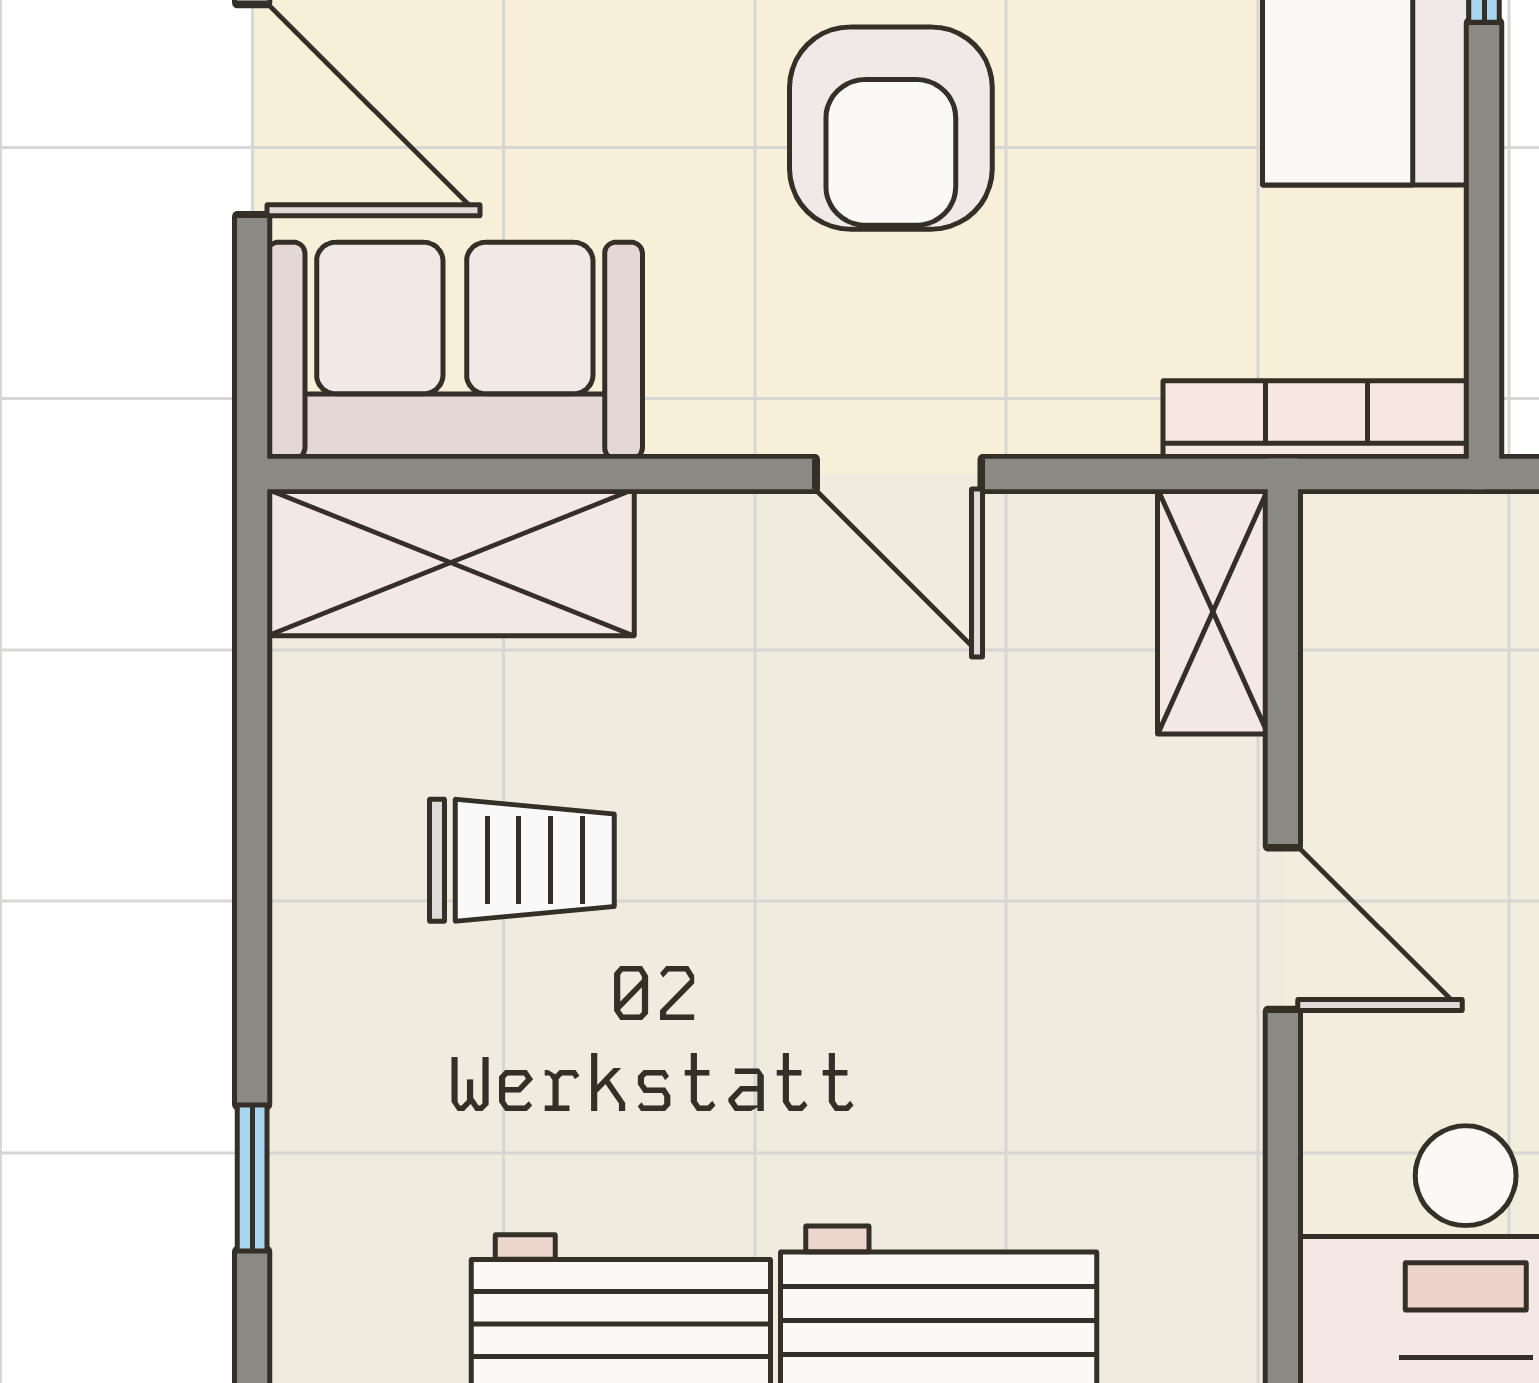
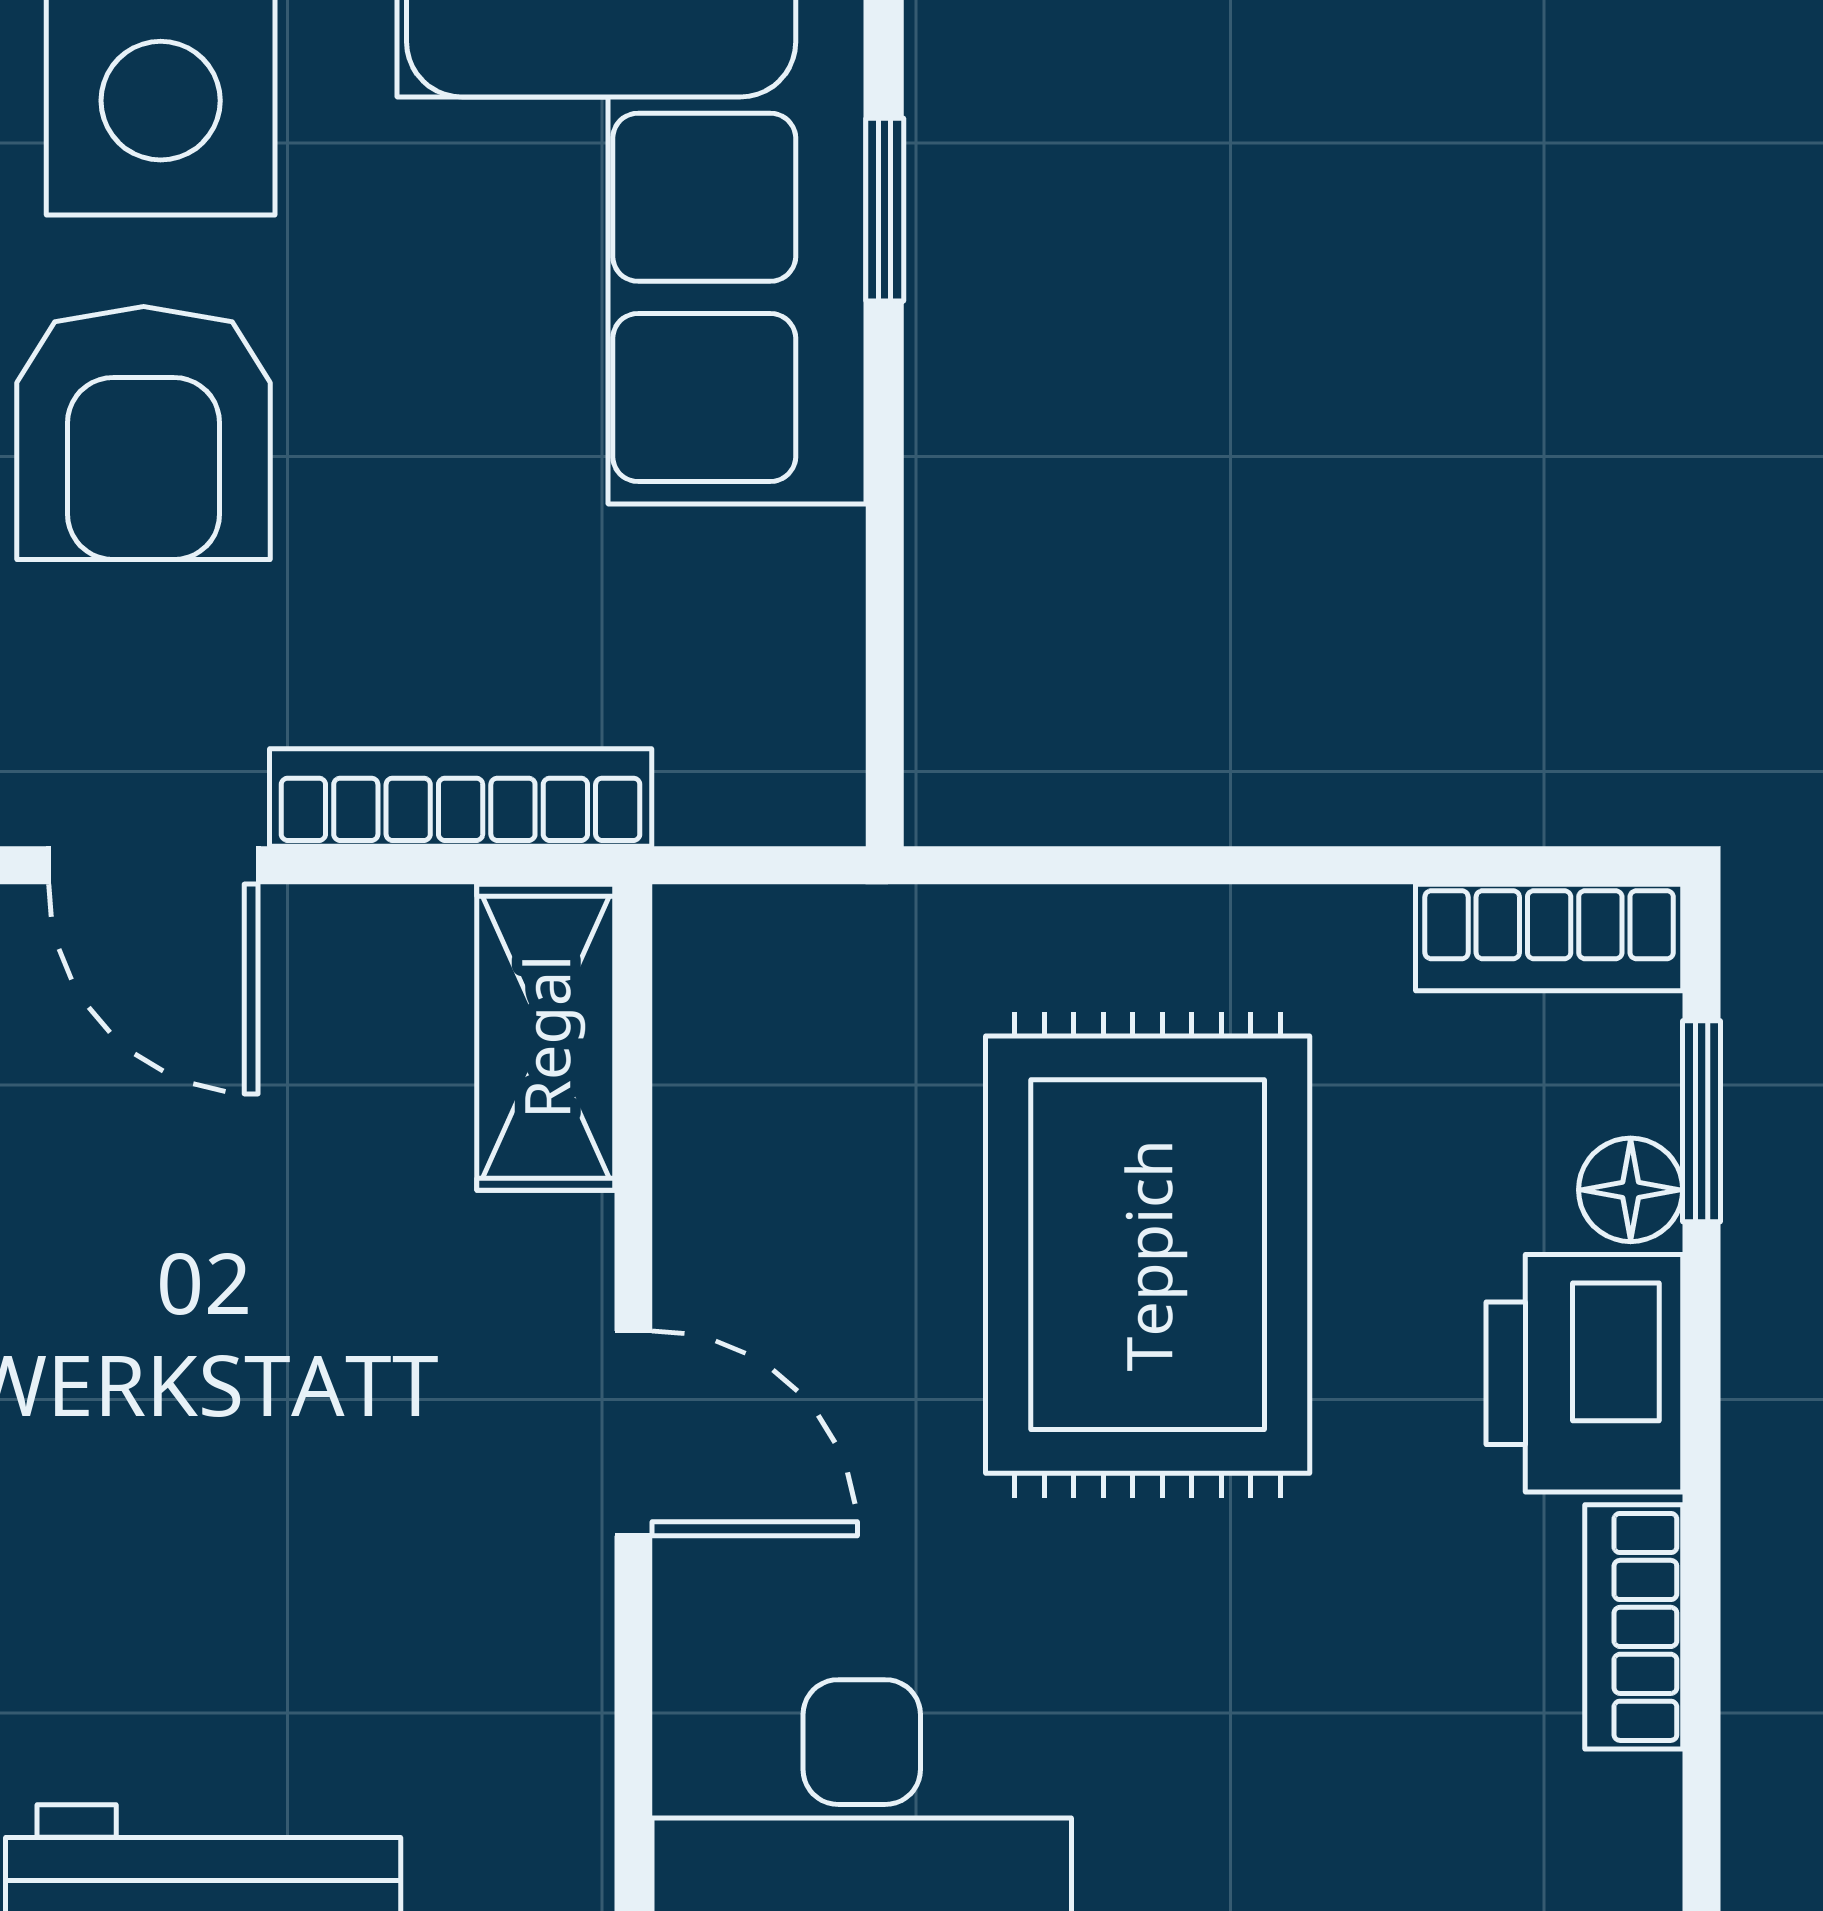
bookcase: (1316, 420) -> (461, 798), moved

